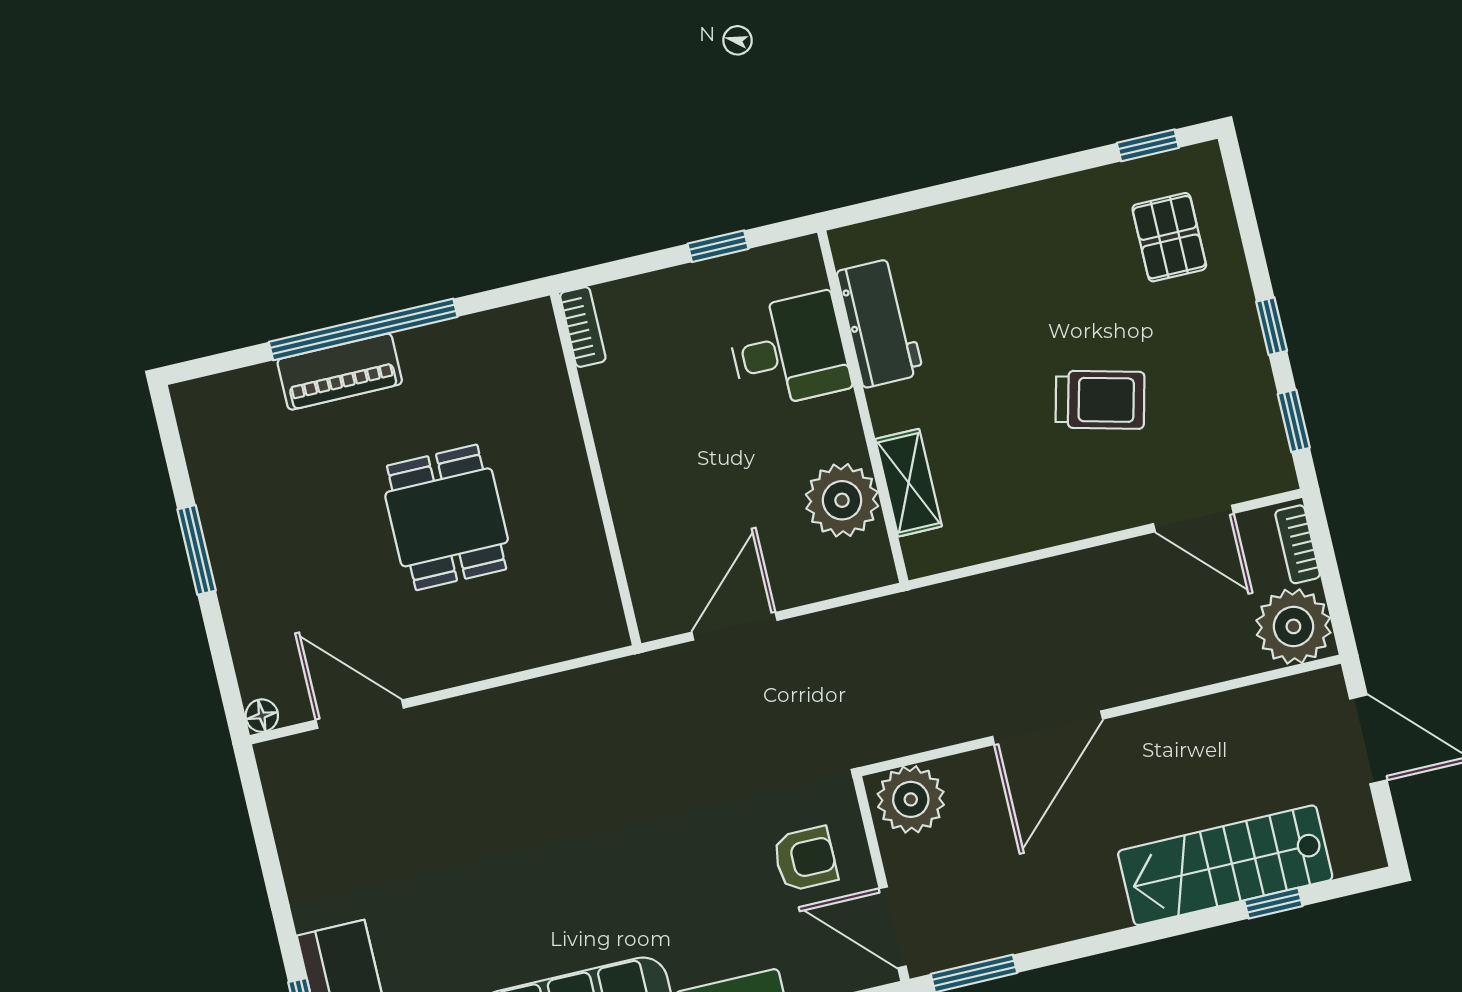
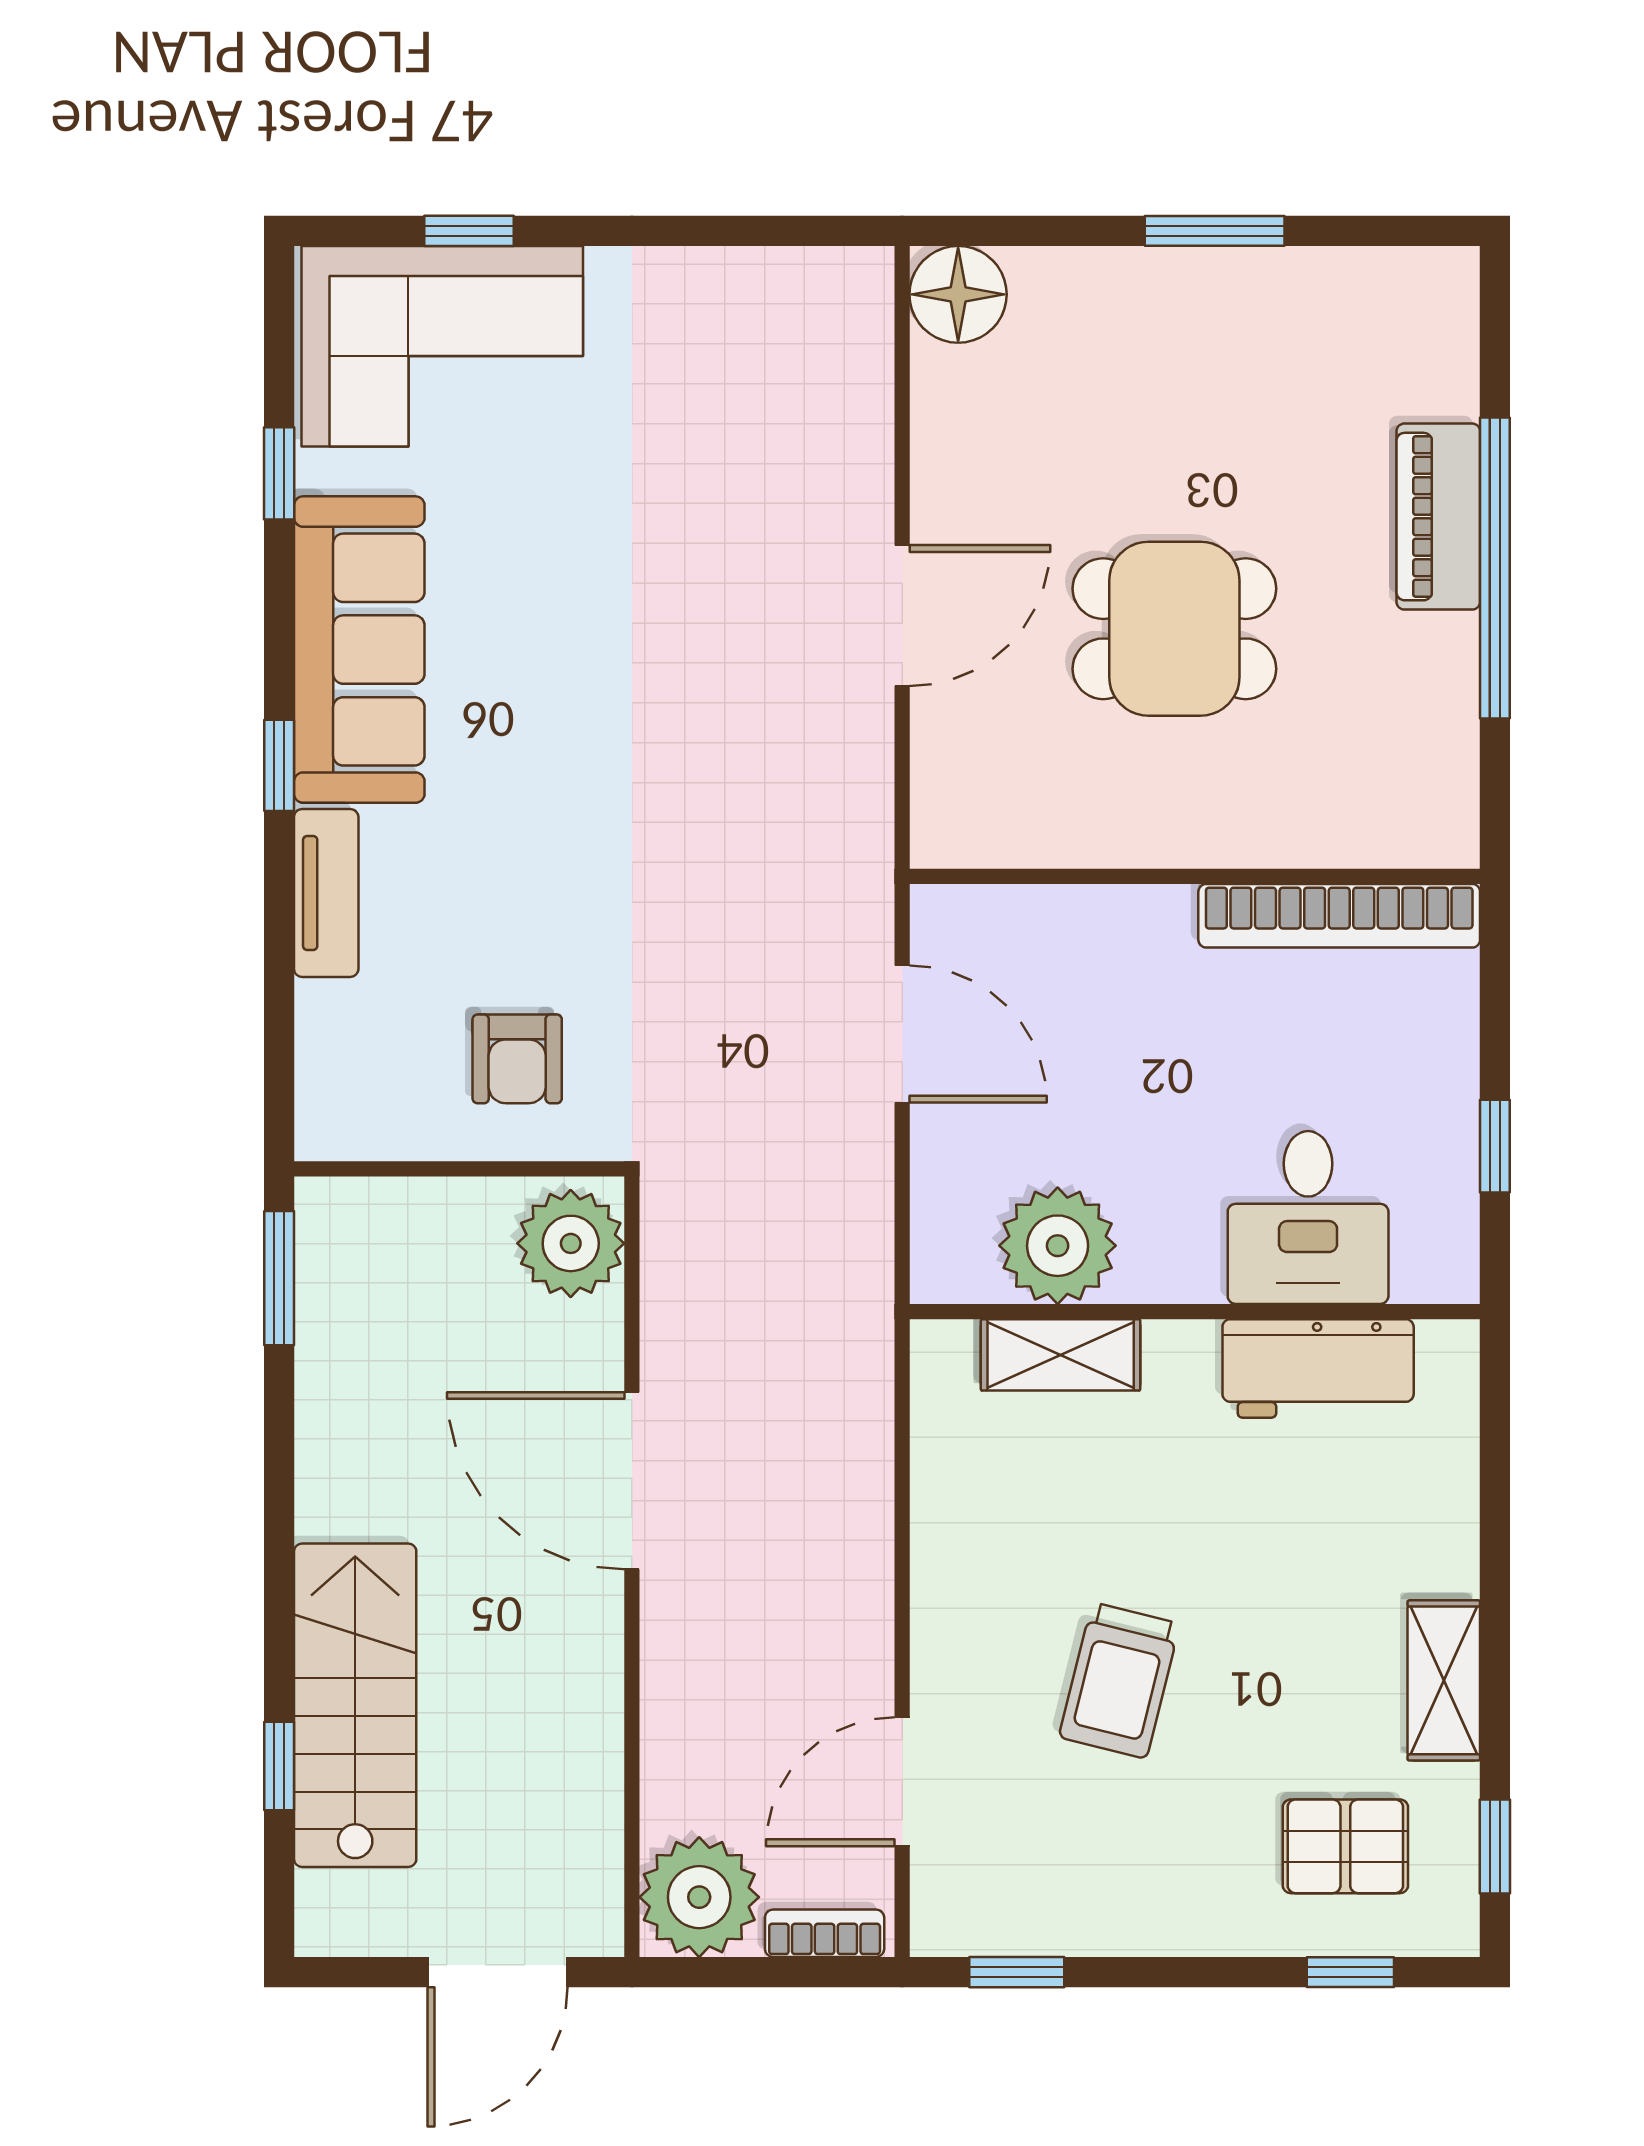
shelving: (1053, 201) -> (1444, 1680), added
window: (1272, 326) -> (1350, 1972), moved
bookcase: (583, 327) -> (1339, 916), width x2.31, depth x1.31
door: (360, 714) -> (902, 615), moved
floor lamp: (262, 716) -> (958, 294), width x1.89, depth x1.89
door: (893, 927) -> (380, 1169), removed

